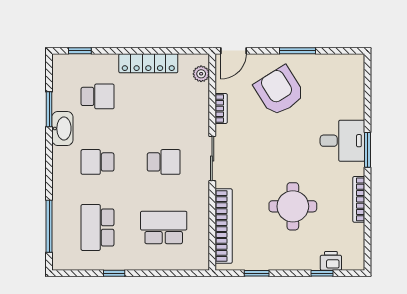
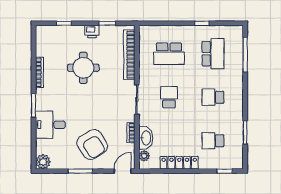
plant: (354, 65) -> (43, 162), added
washbasin: (62, 128) -> (146, 138), moved, turned 180
desk: (342, 141) -> (50, 125), moved
school desk: (98, 162) -> (213, 97), turned 180
school desk: (164, 162) -> (169, 97), turned 90
printer: (331, 261) -> (92, 32), moved

